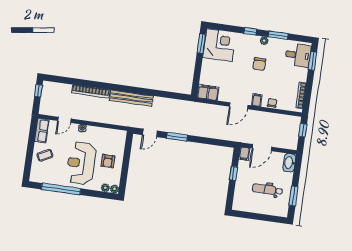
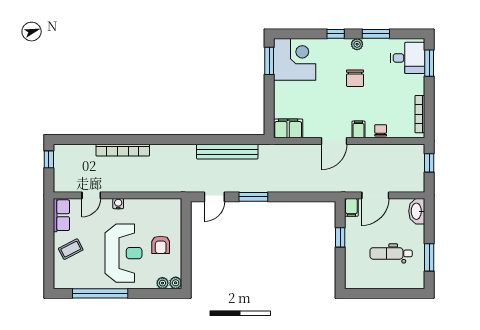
bench: (131, 98) -> (227, 152), moved
reception desk: (81, 163) -> (123, 253), turned 180

